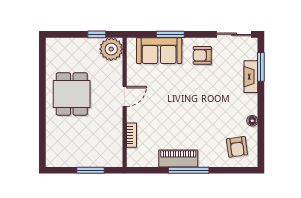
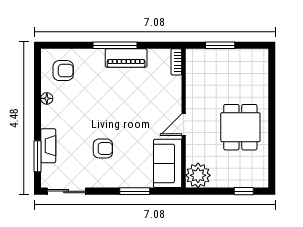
window: (97, 34) -> (244, 191), moved
sofa: (159, 51) -> (168, 163), moved, turned -90
armchair: (202, 55) -> (103, 148), moved
bookcase: (131, 135) -> (176, 62), moved
armchair: (237, 147) -> (63, 71), turned 98

